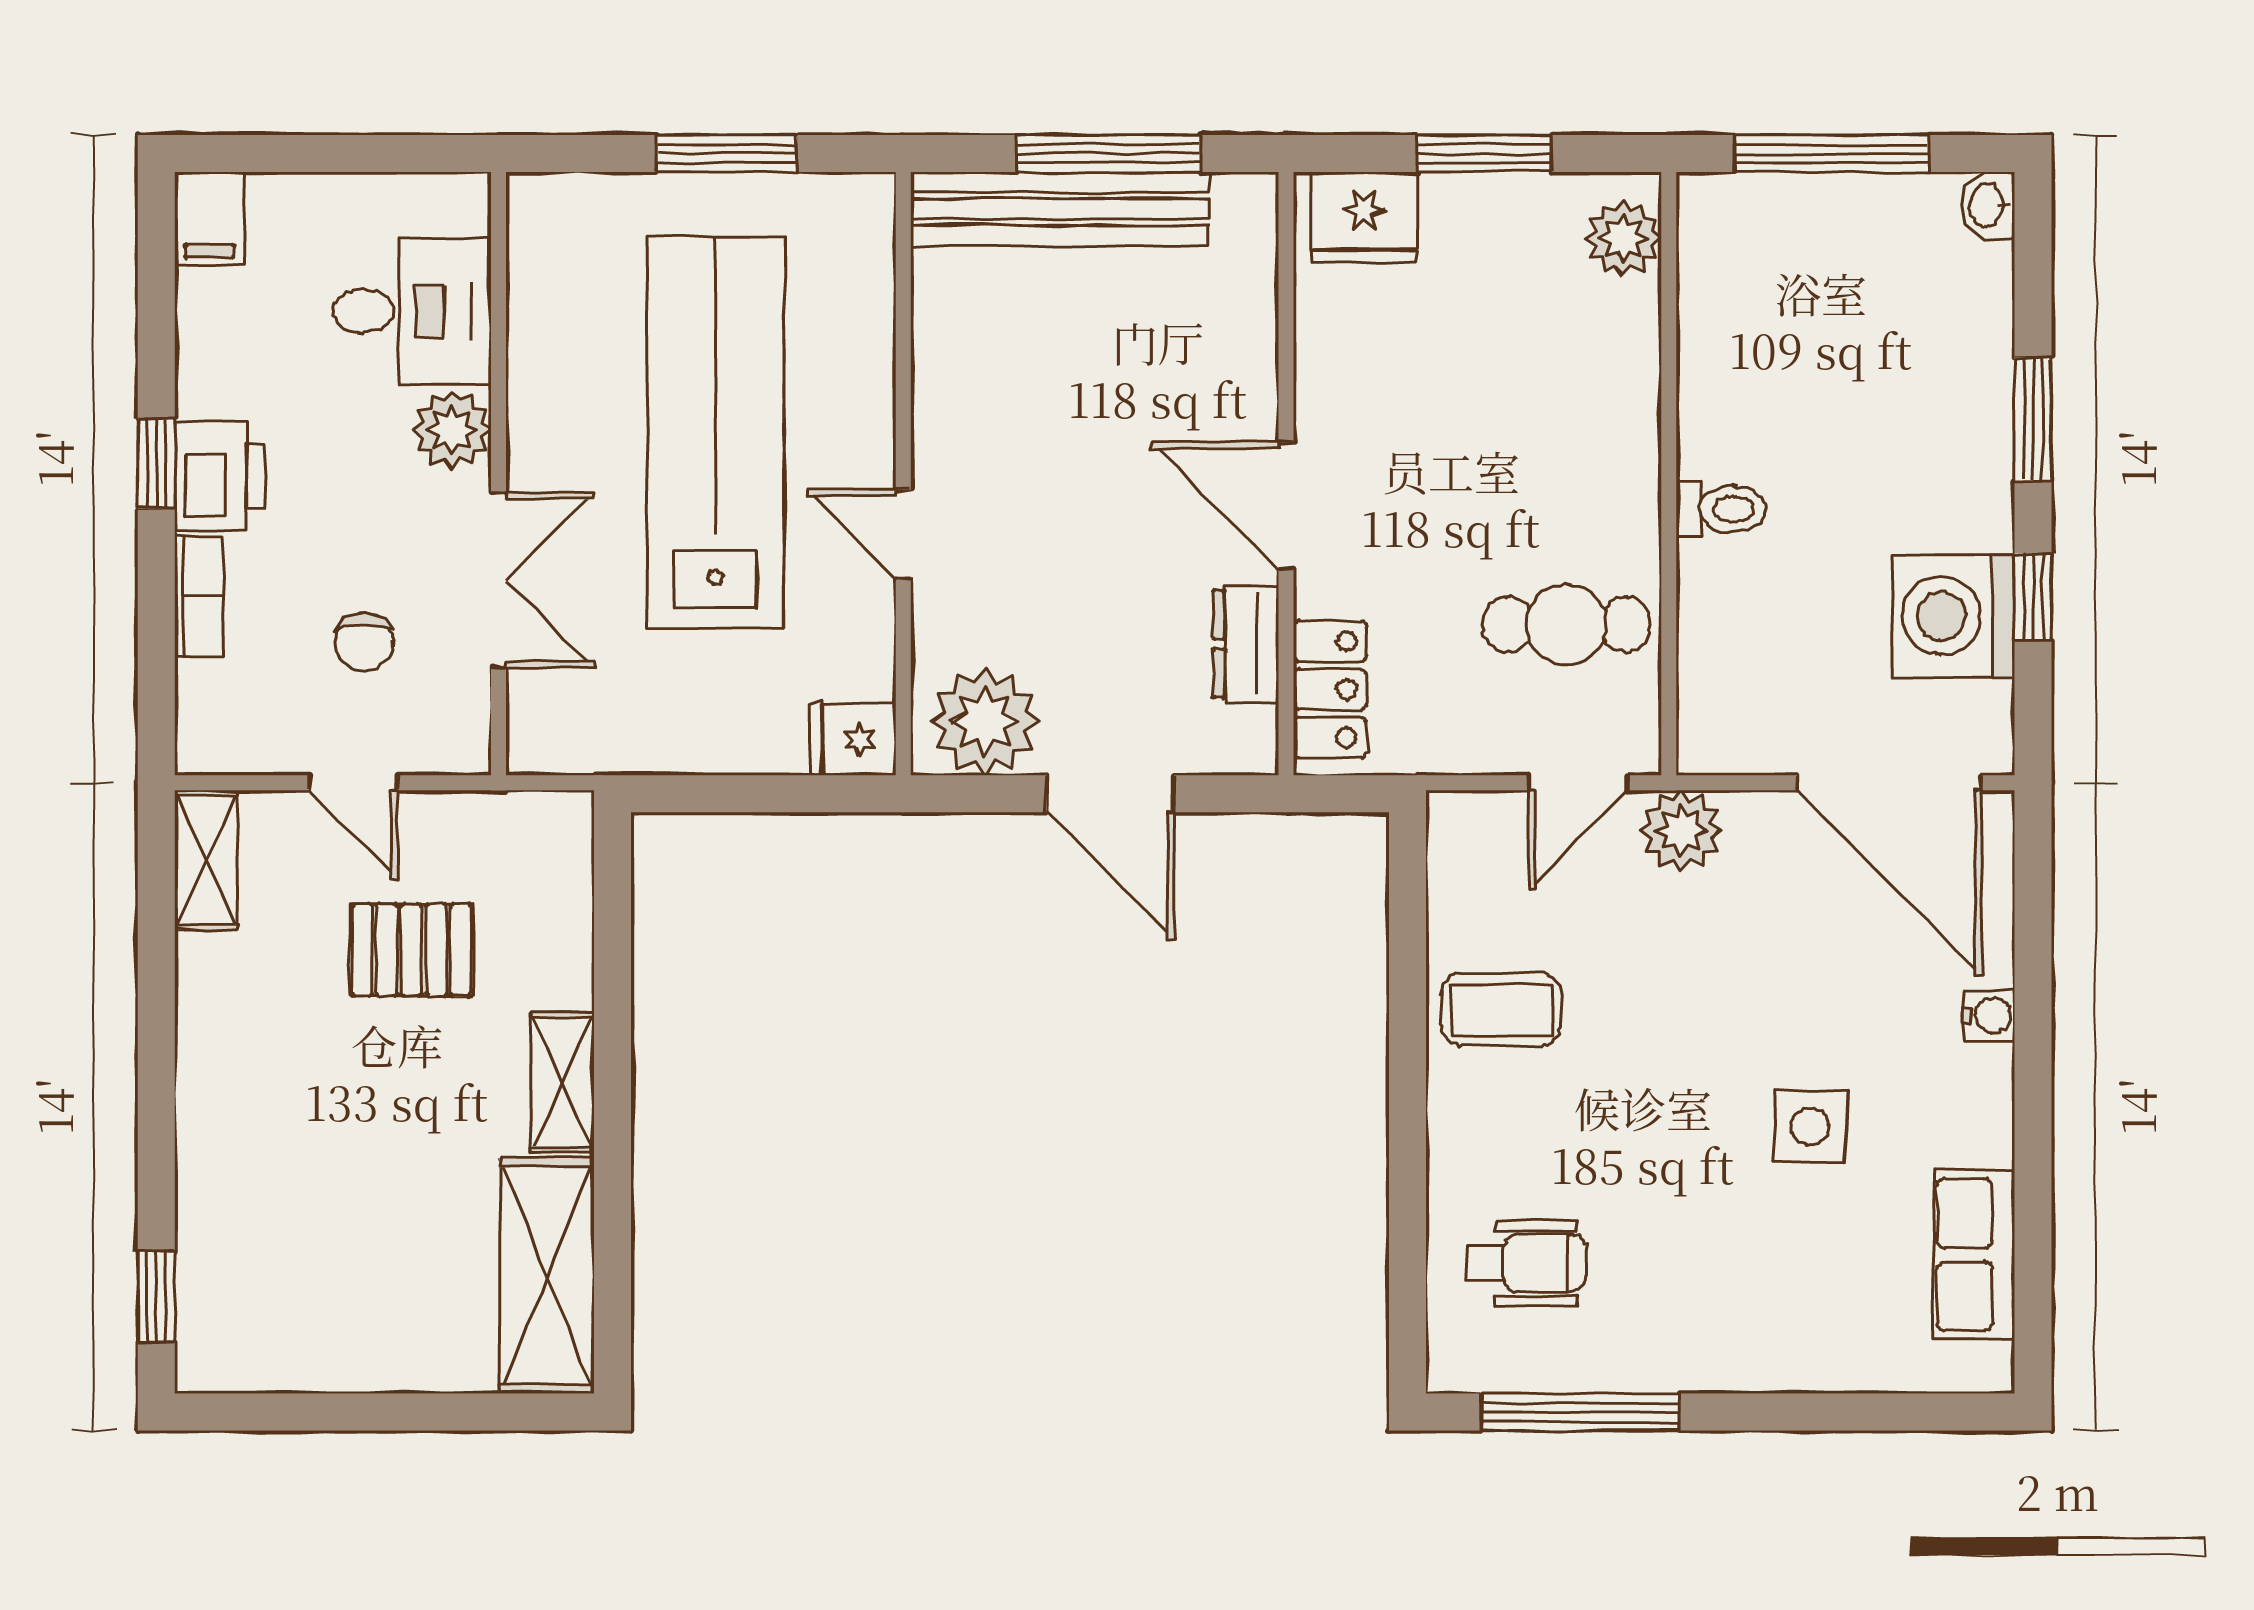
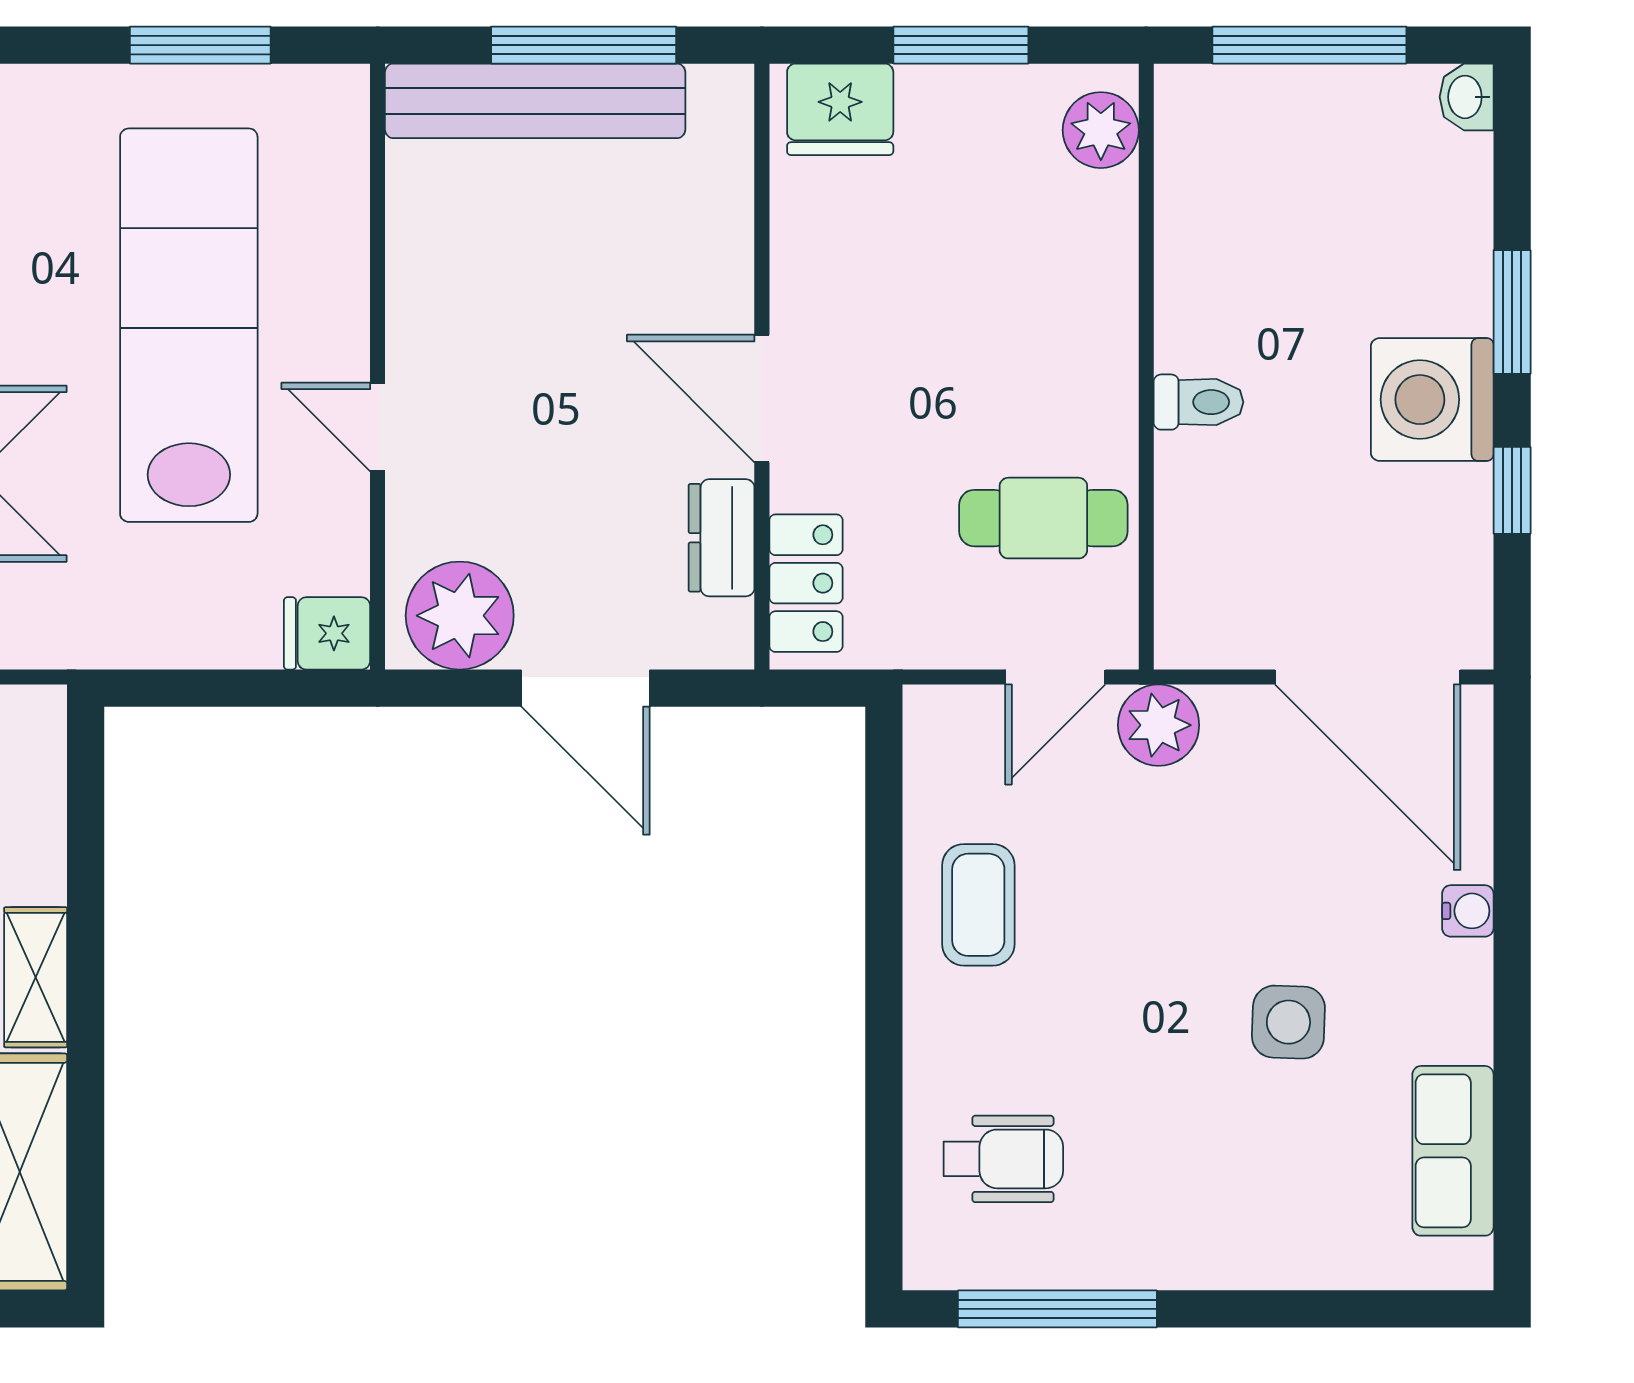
washing machine: (1953, 616) -> (1432, 400), moved
coffee table: (1502, 1010) -> (978, 905), turned 90

